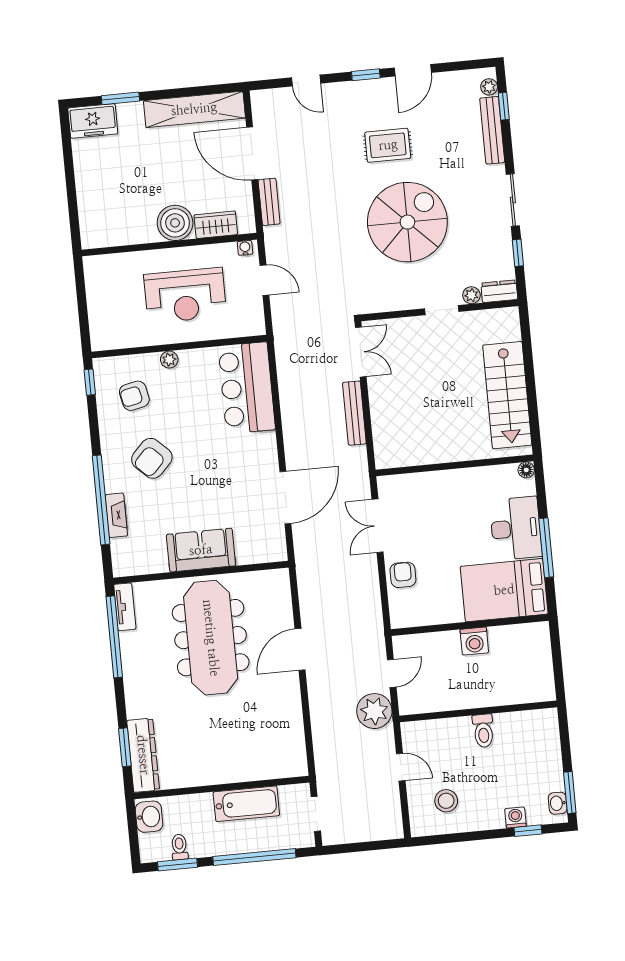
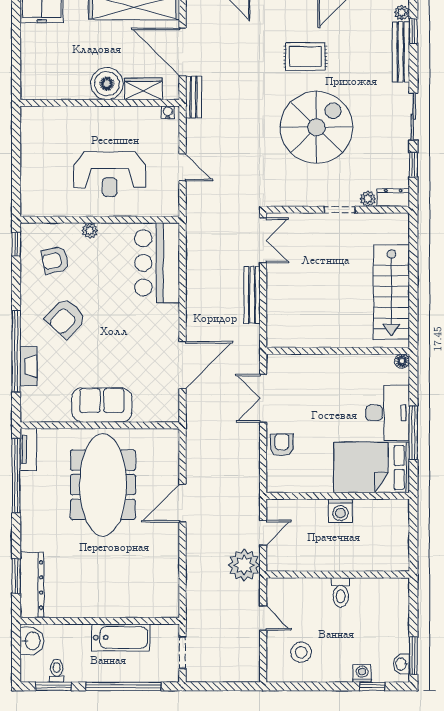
boiler: (175, 223) -> (107, 84), moved
wardrobe: (216, 225) -> (143, 89), moved
wall: (169, 245) -> (100, 103), moved
water cooler: (245, 248) -> (168, 112), moved

